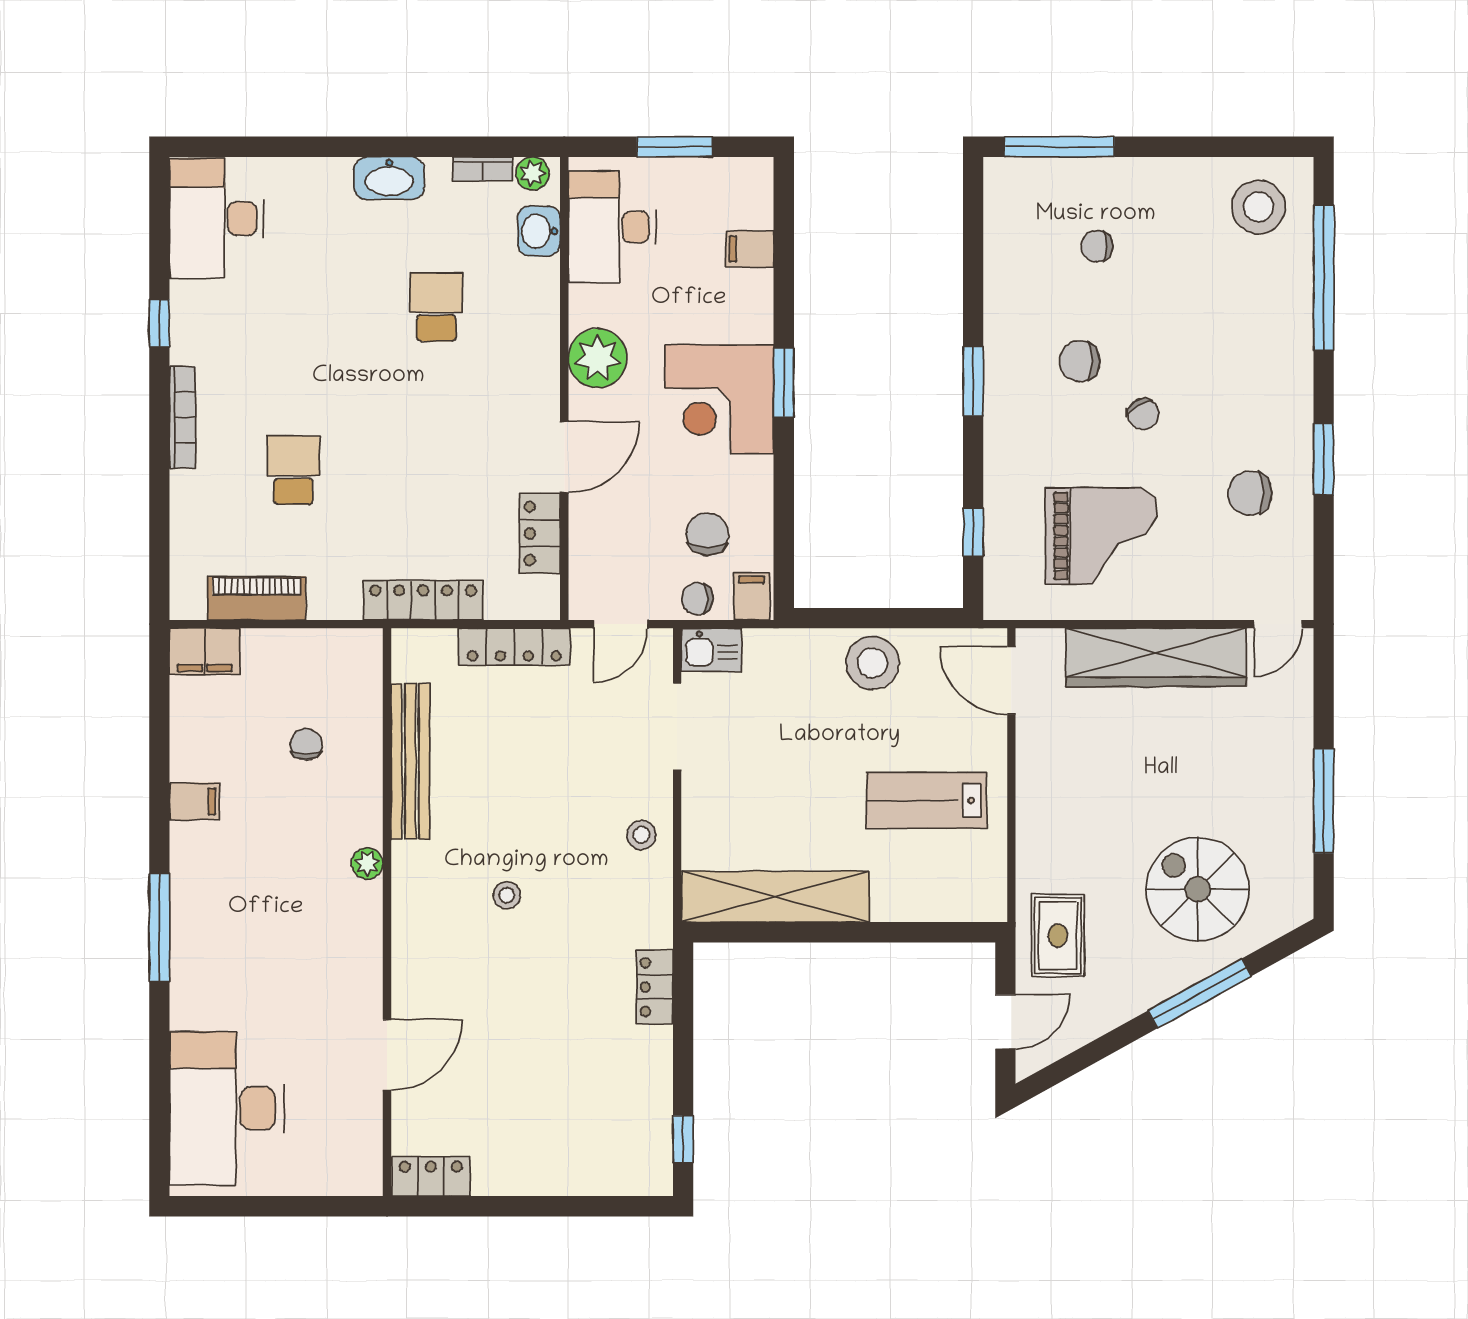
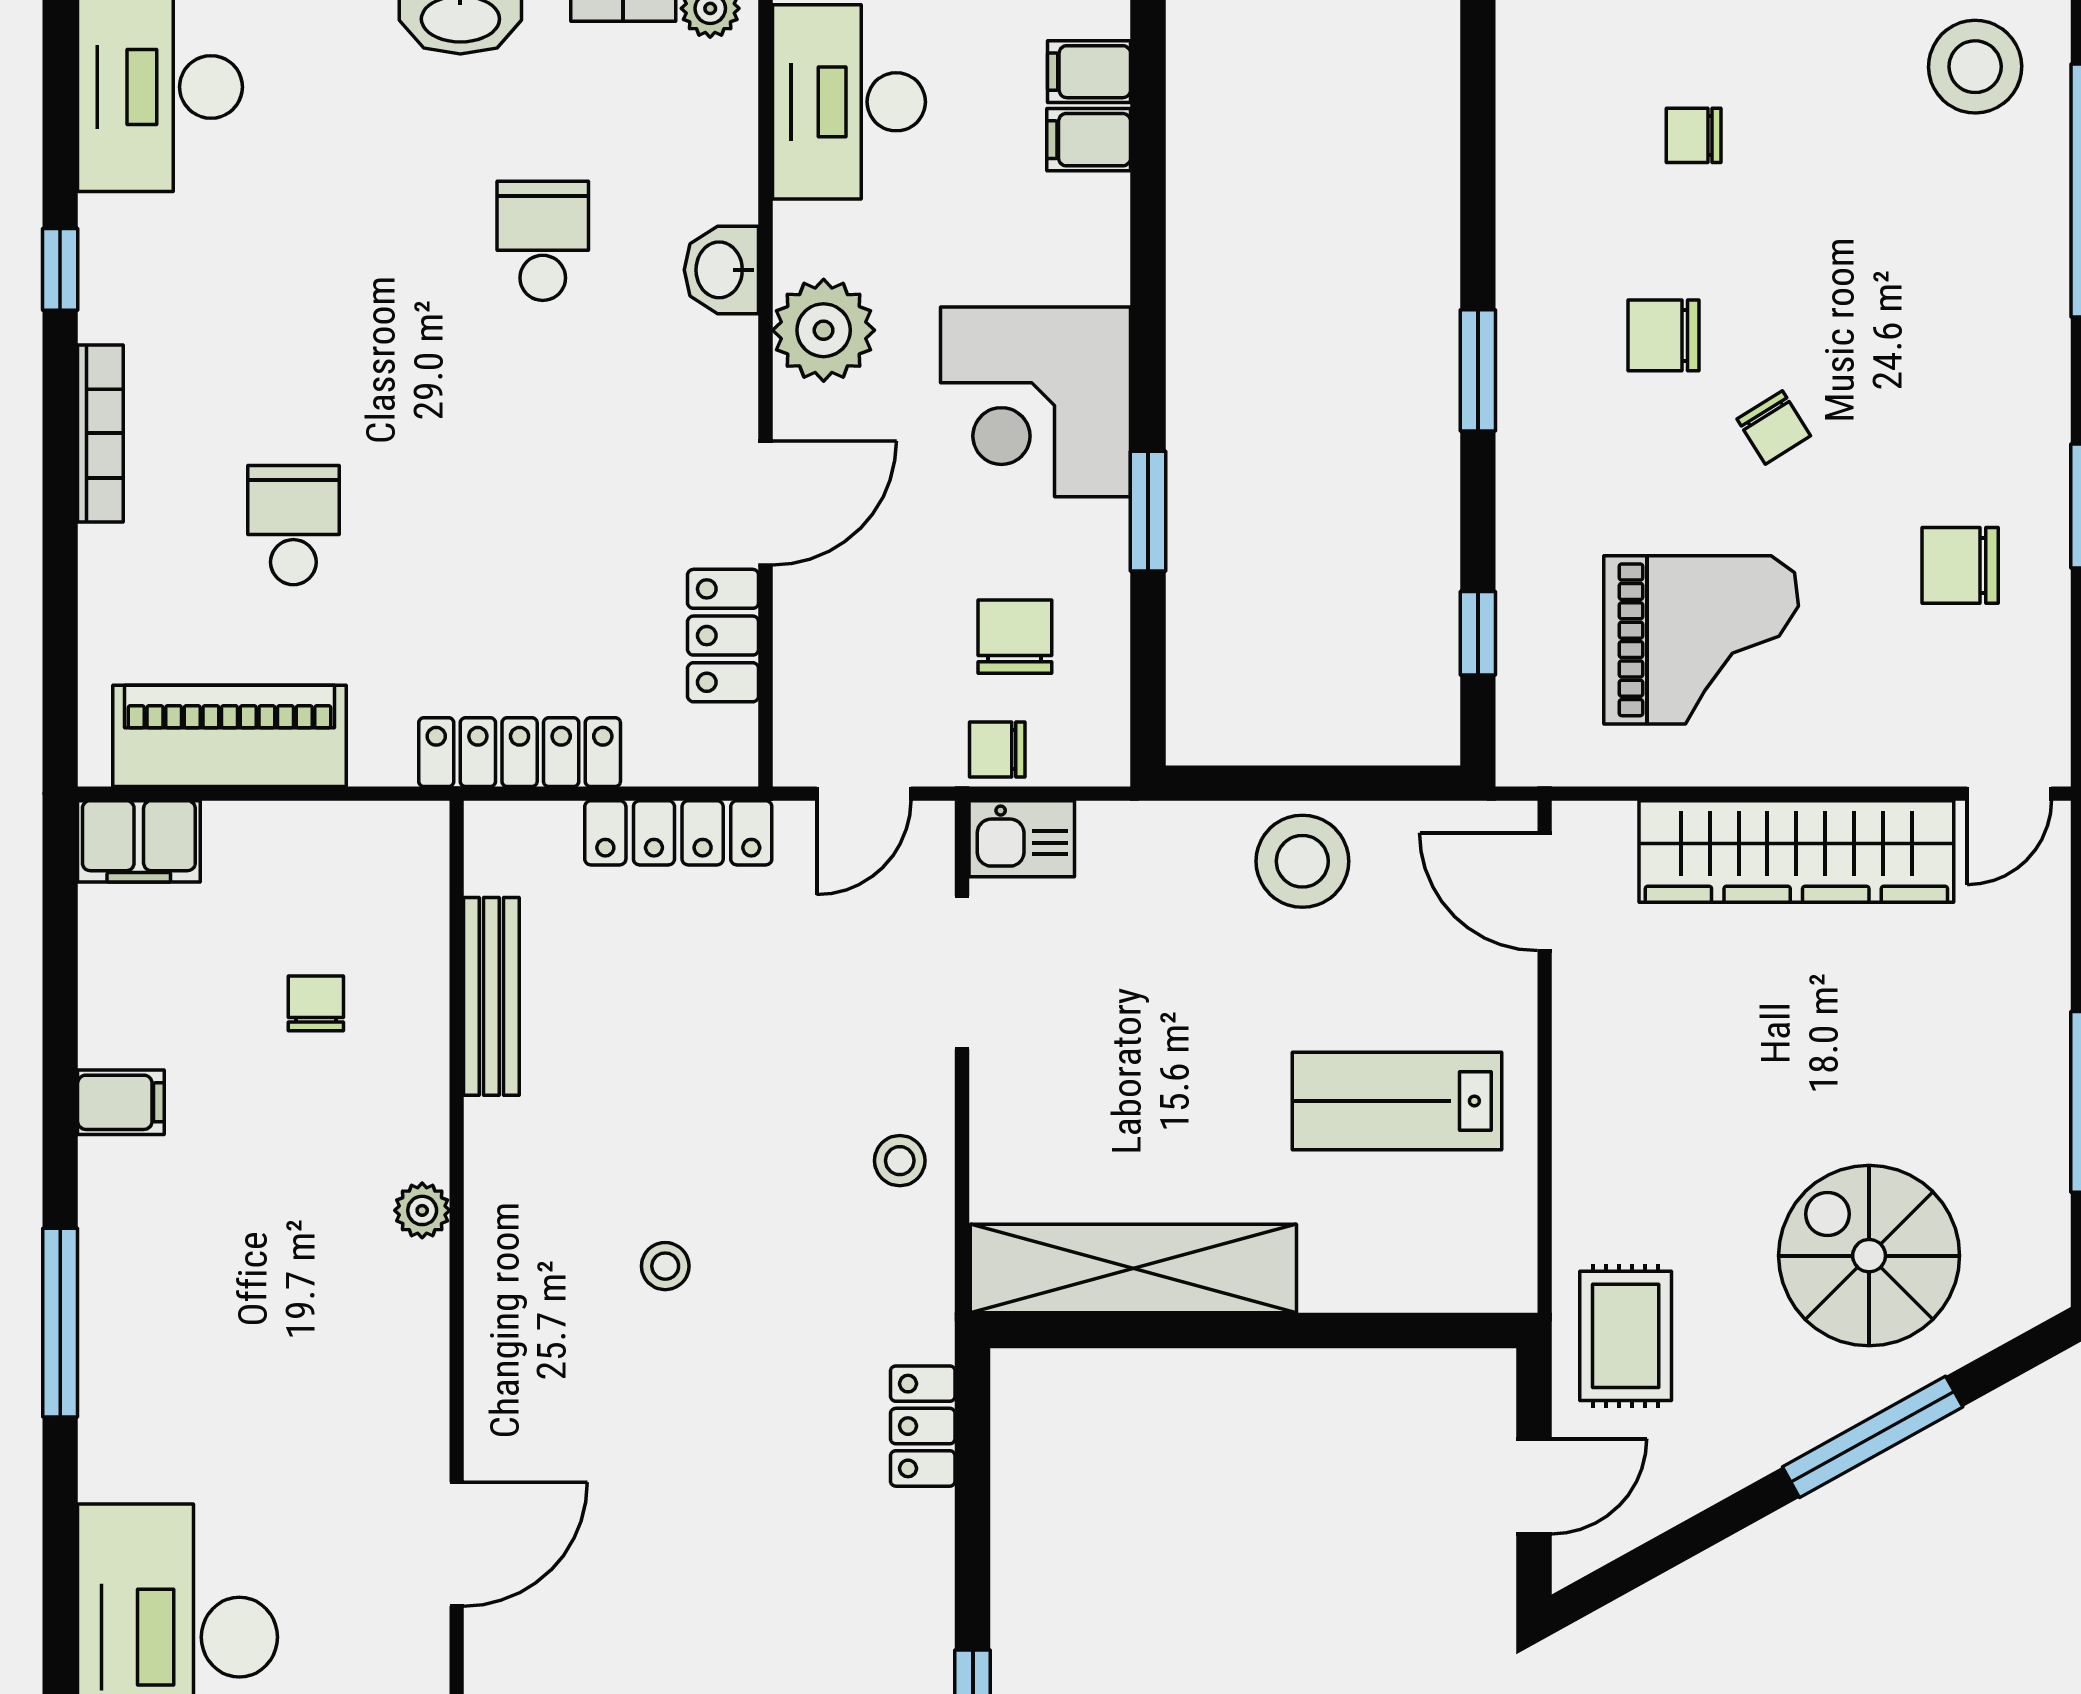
washbasin: (539, 231) -> (721, 270), moved
window: (784, 383) -> (1148, 511), moved
filing cabinet: (752, 596) -> (1089, 72), moved, turned -90
piano: (257, 598) -> (230, 736), width x1.37, depth x1.33
bench: (410, 761) -> (491, 996), width x0.73, depth x0.82

